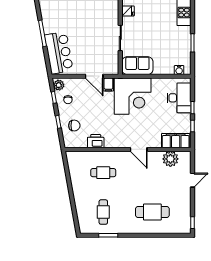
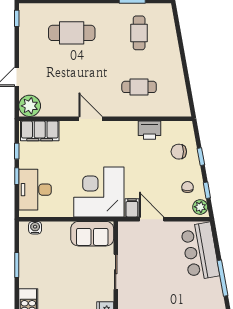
plant: (170, 159) -> (30, 106), moved

